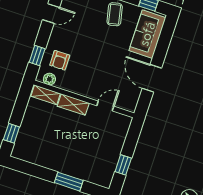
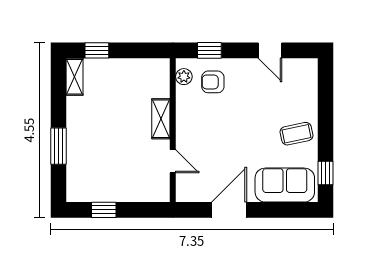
shelving: (46, 95) -> (75, 77), moved

